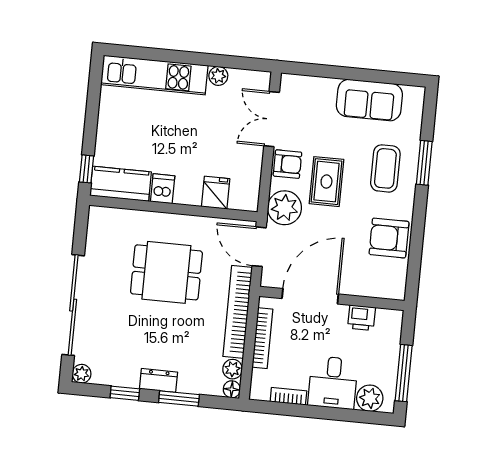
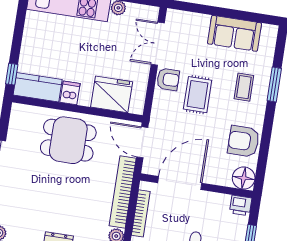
coffee table: (385, 168) -> (244, 87), width x0.73, depth x0.77
fridge: (216, 193) -> (112, 94), width x1.88, depth x1.34
plant: (285, 208) -> (164, 113), removed
dining table: (166, 272) -> (68, 140), moved
floor lamp: (392, 285) -> (244, 178), added
printer: (362, 318) -> (241, 205), moved

